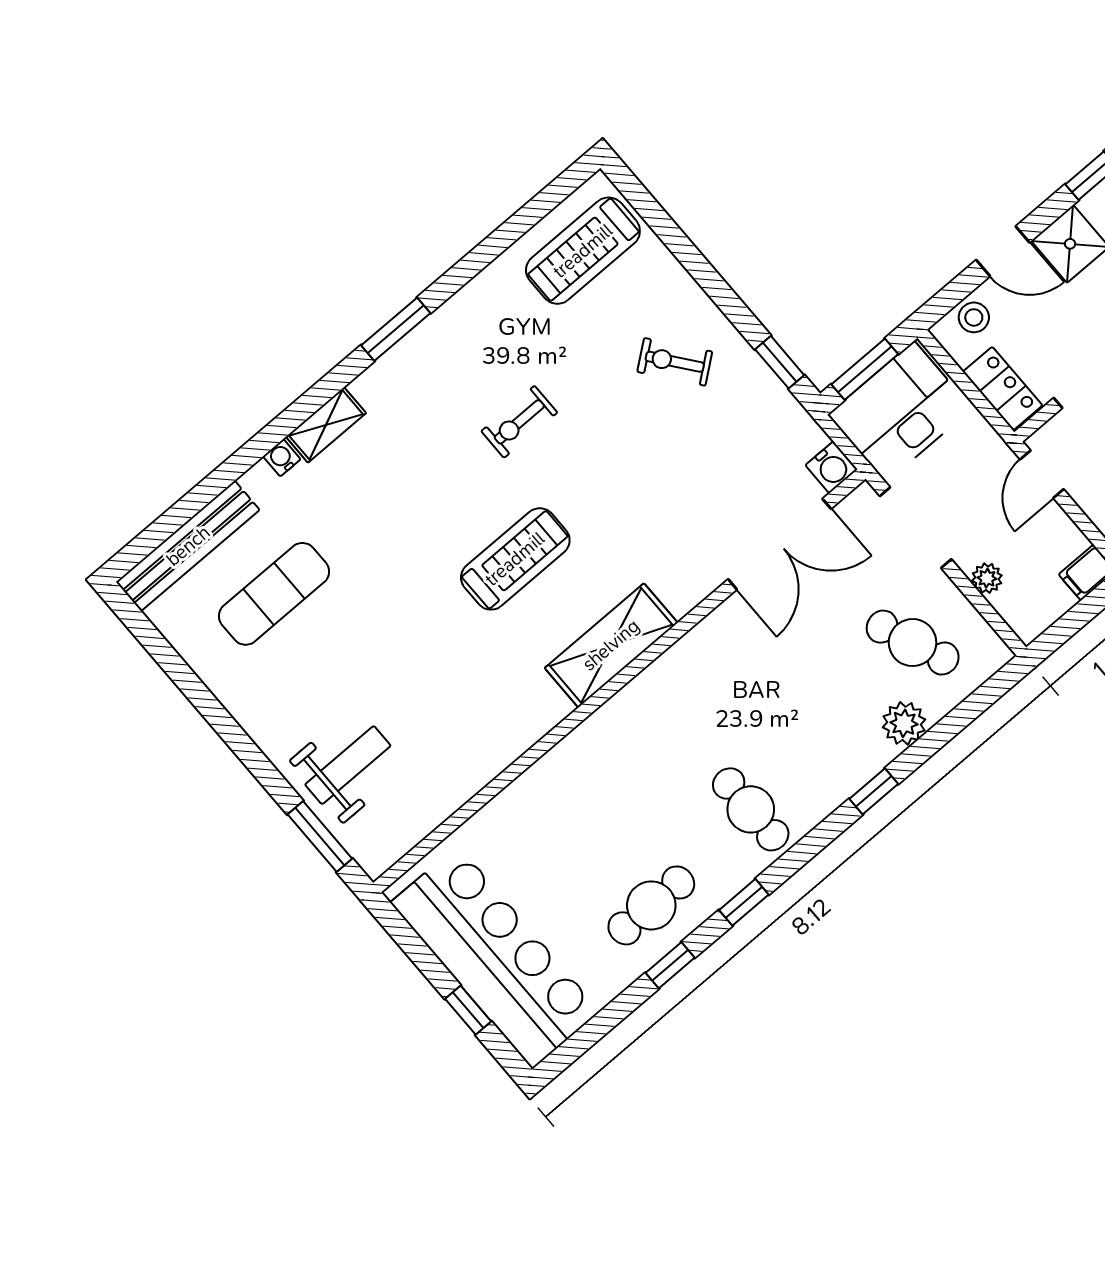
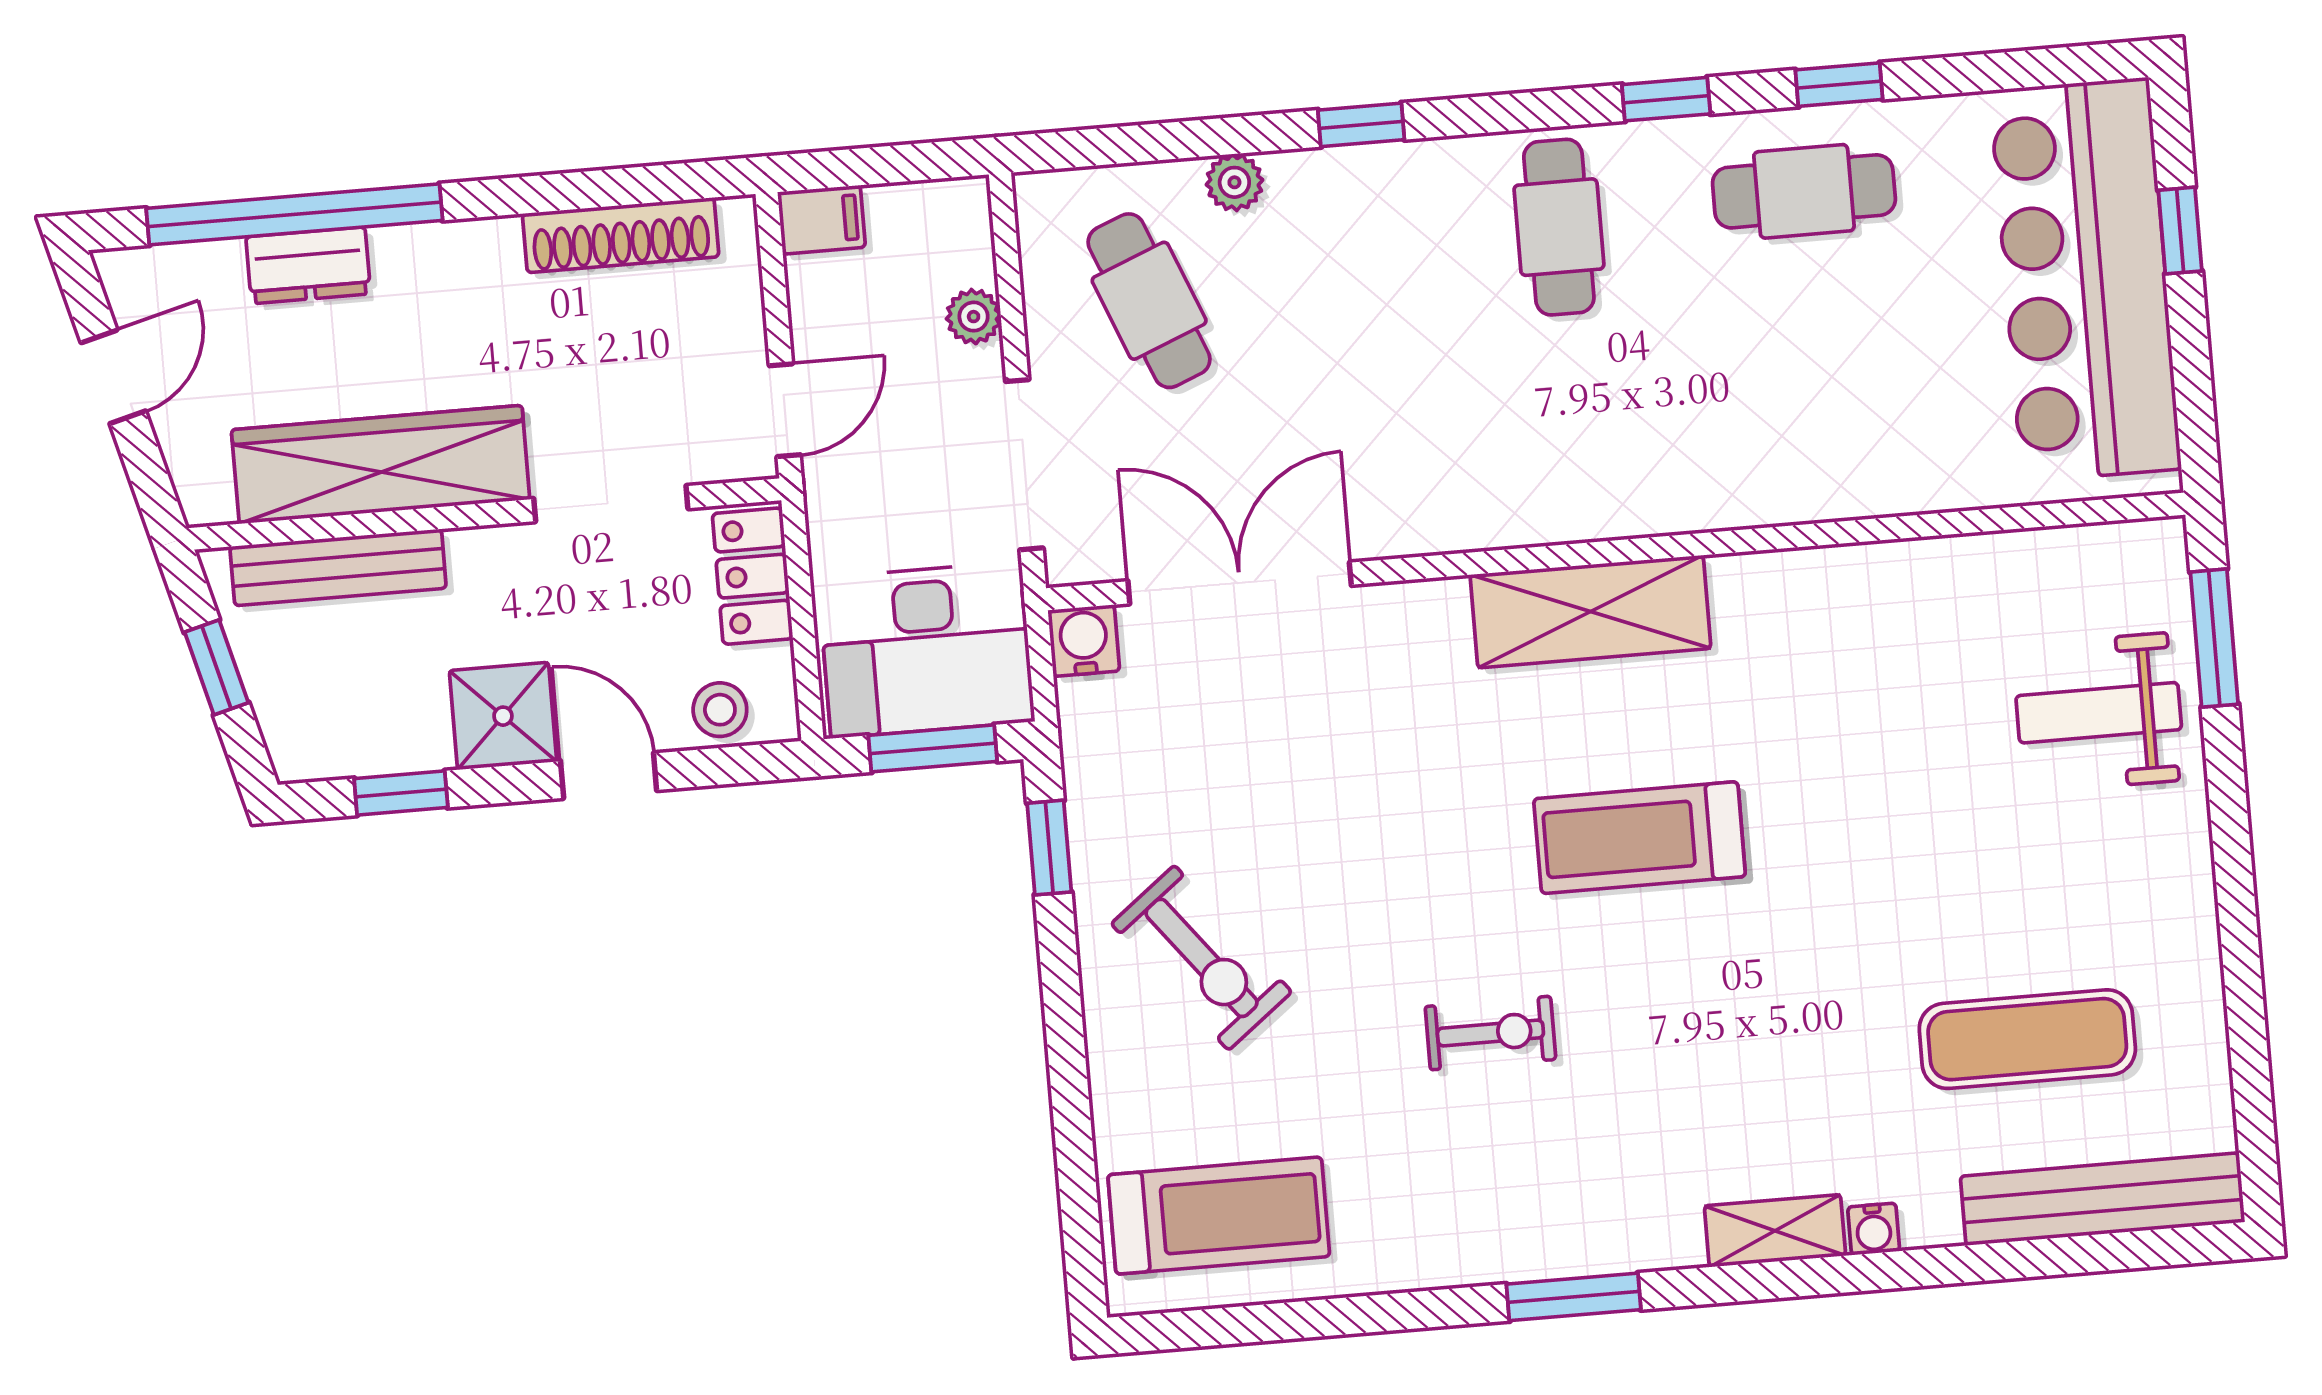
exercise bike: (675, 362) -> (1202, 958), width x1.38, depth x1.39
plant: (904, 723) -> (1234, 182), width x0.73, depth x0.73

